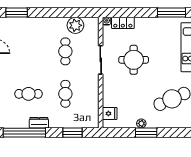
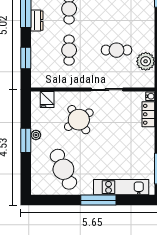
round table: (134, 60) -> (79, 120), moved, turned -34
cafe table: (65, 94) -> (69, 50), turned 90

